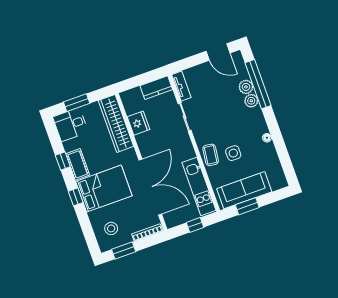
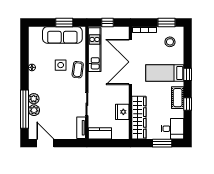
bed: (104, 189) -> (165, 73), width x0.67

